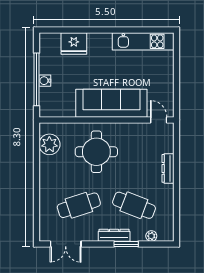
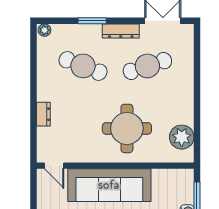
dresser: (168, 168) -> (43, 114), width x0.70
dresser: (114, 235) -> (121, 31), moved
plant: (151, 236) -> (44, 30), moved

